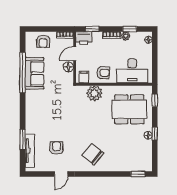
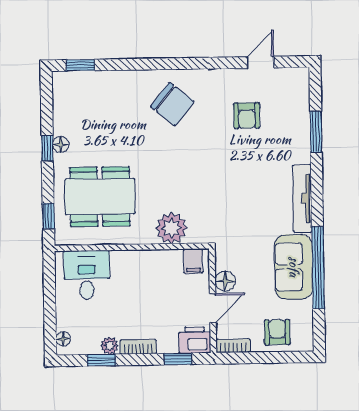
desk: (132, 71) -> (87, 275), width x0.73
armchair: (103, 73) -> (154, 270), removed
tv unit: (30, 151) -> (302, 199), moved
door: (61, 174) -> (260, 62), moved

